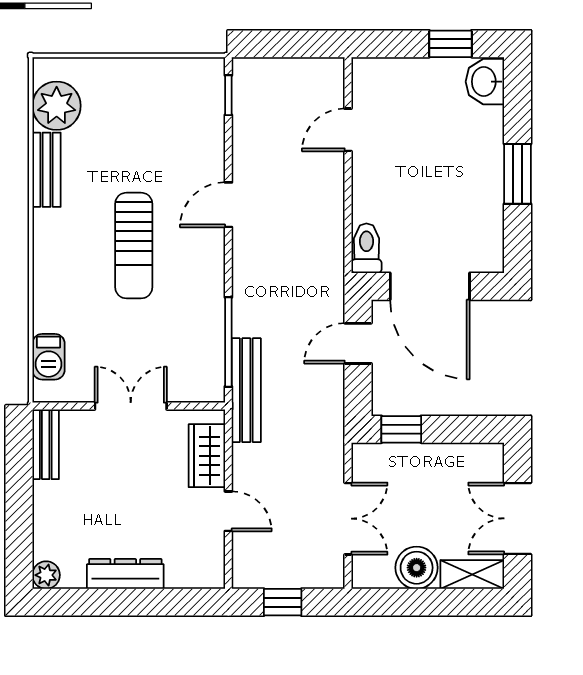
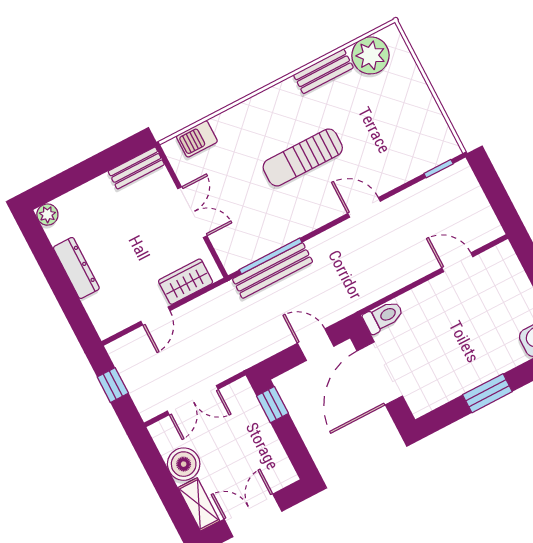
bench: (246, 390) -> (273, 270), moved

